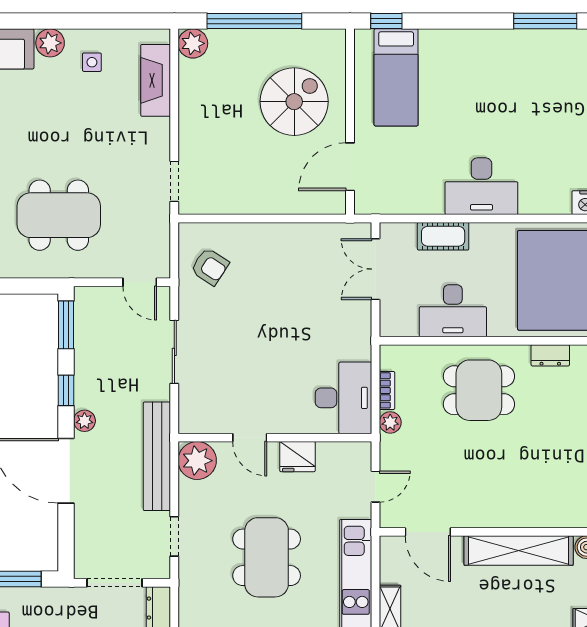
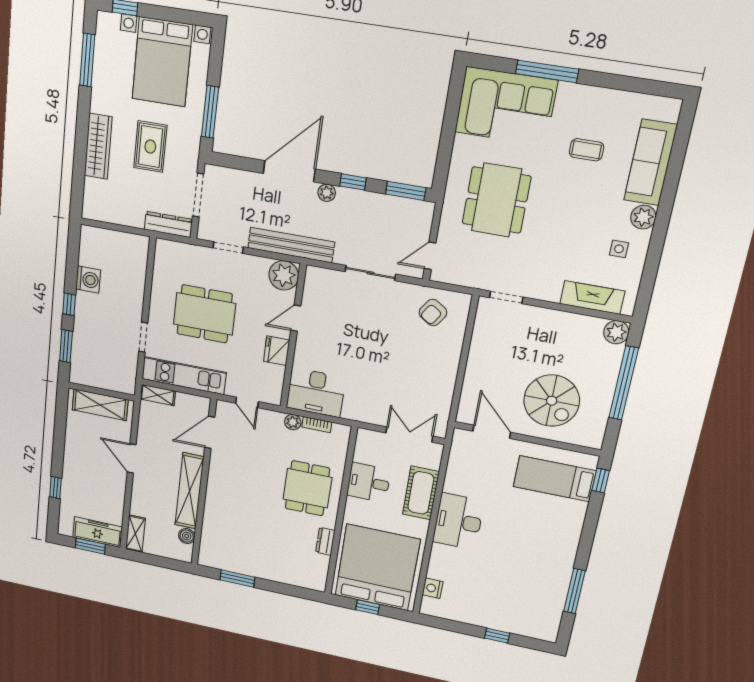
cot: (443, 236) -> (421, 493), width x1.37, depth x1.34
desk: (453, 311) -> (369, 482), width x0.73

